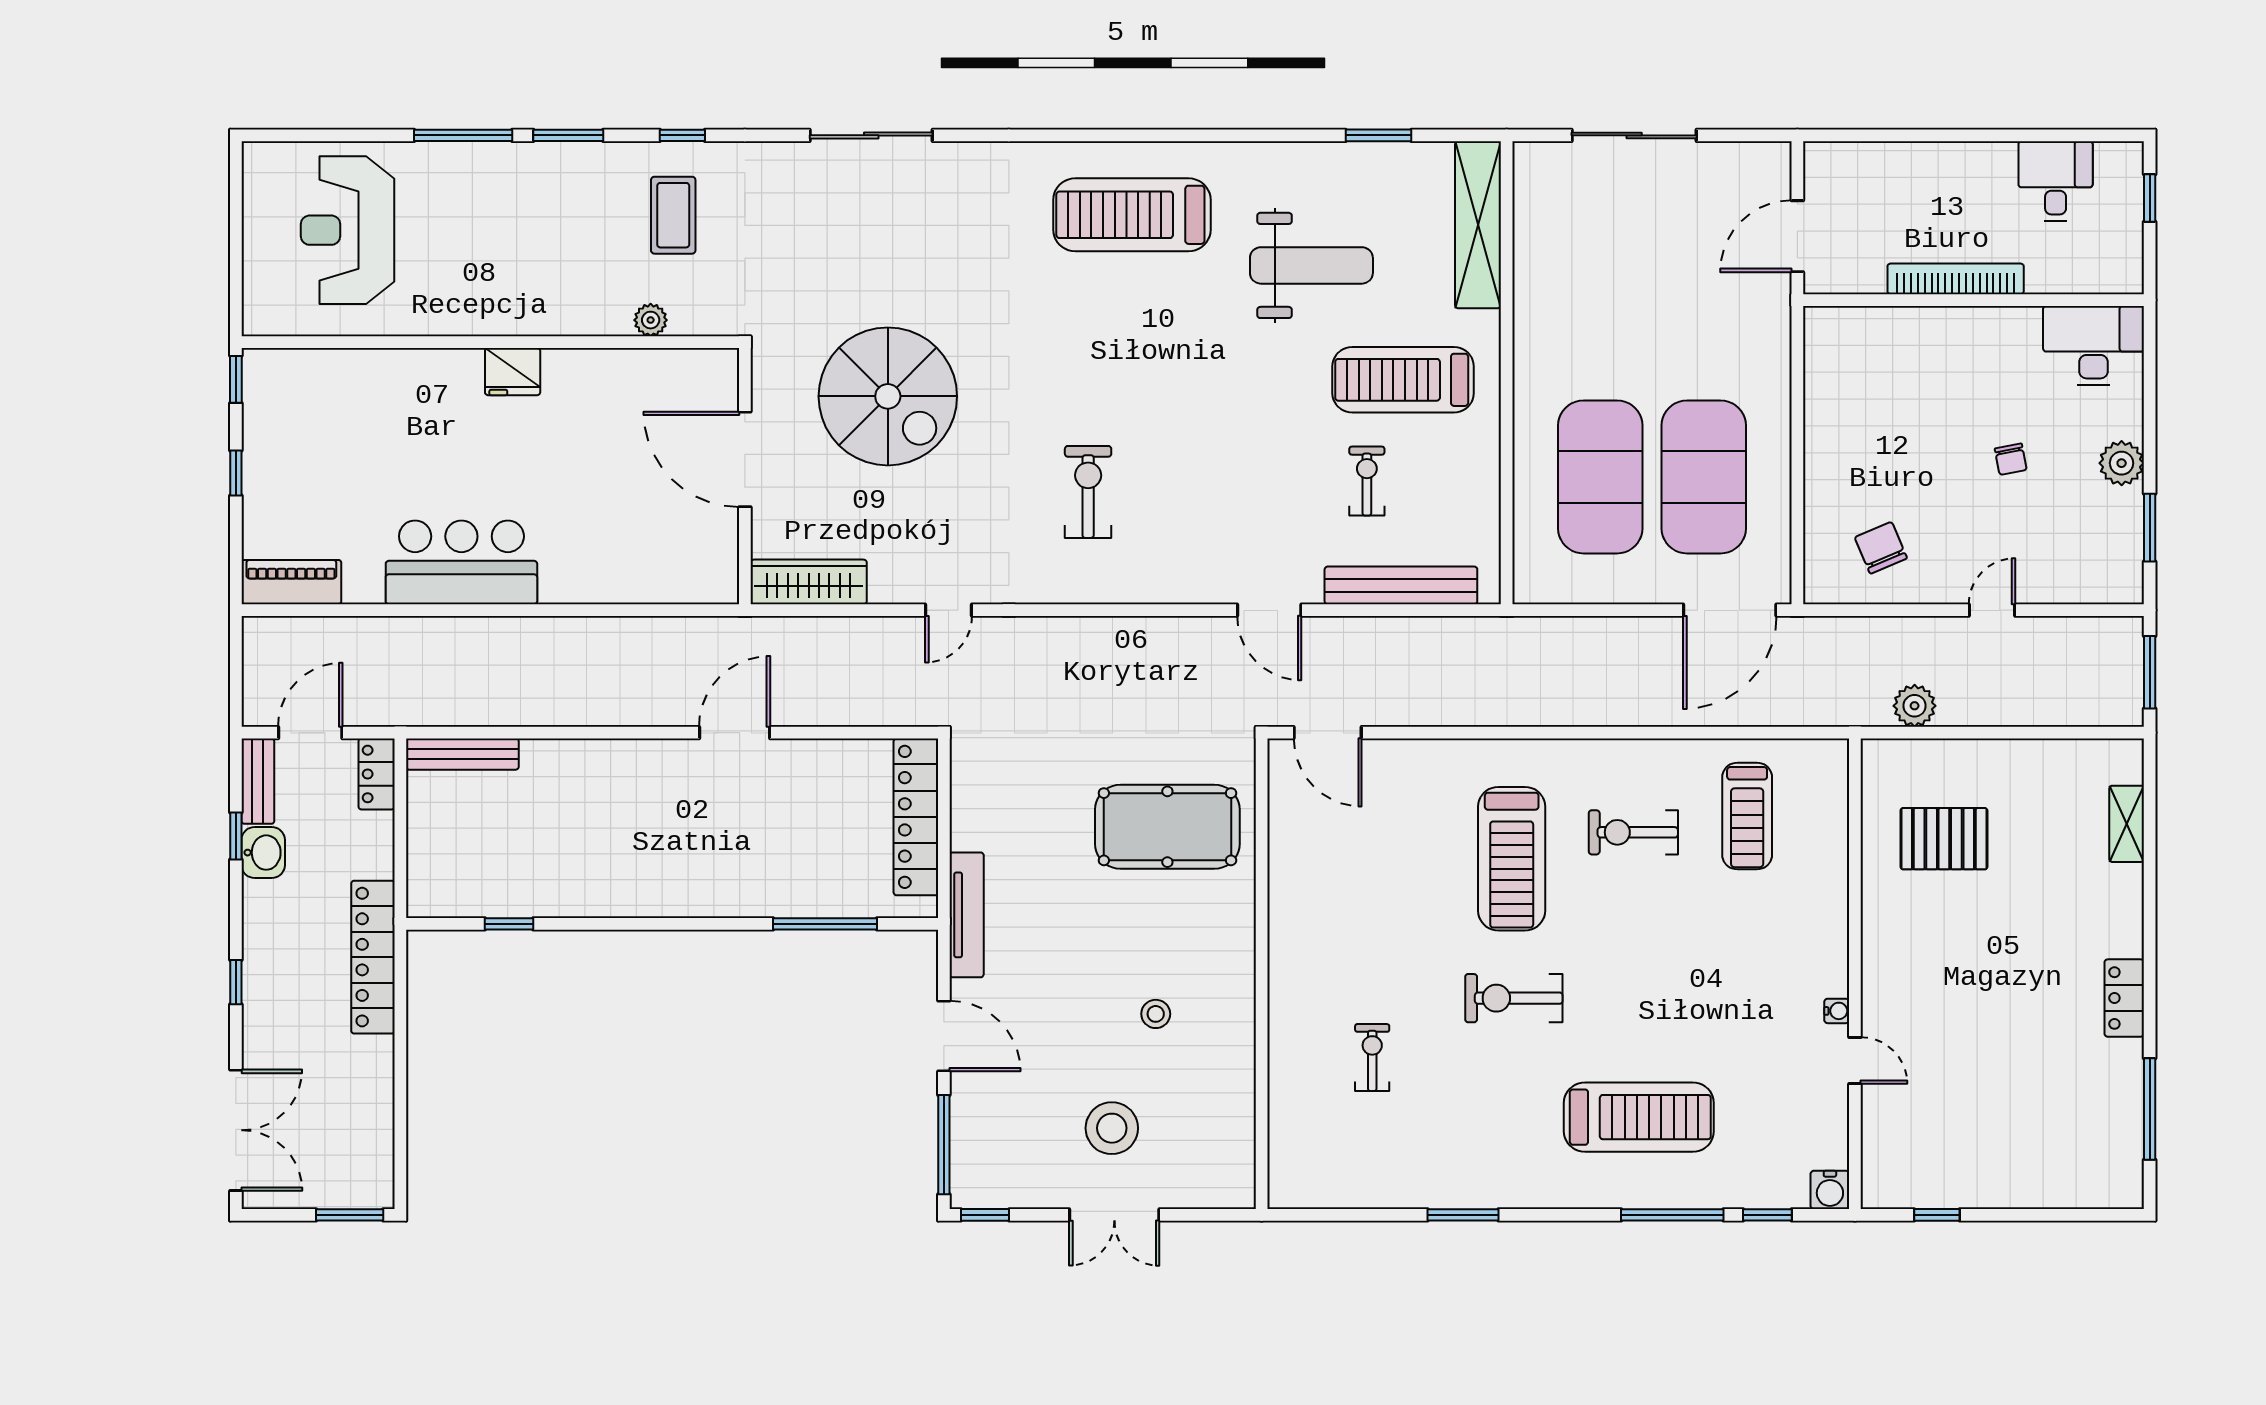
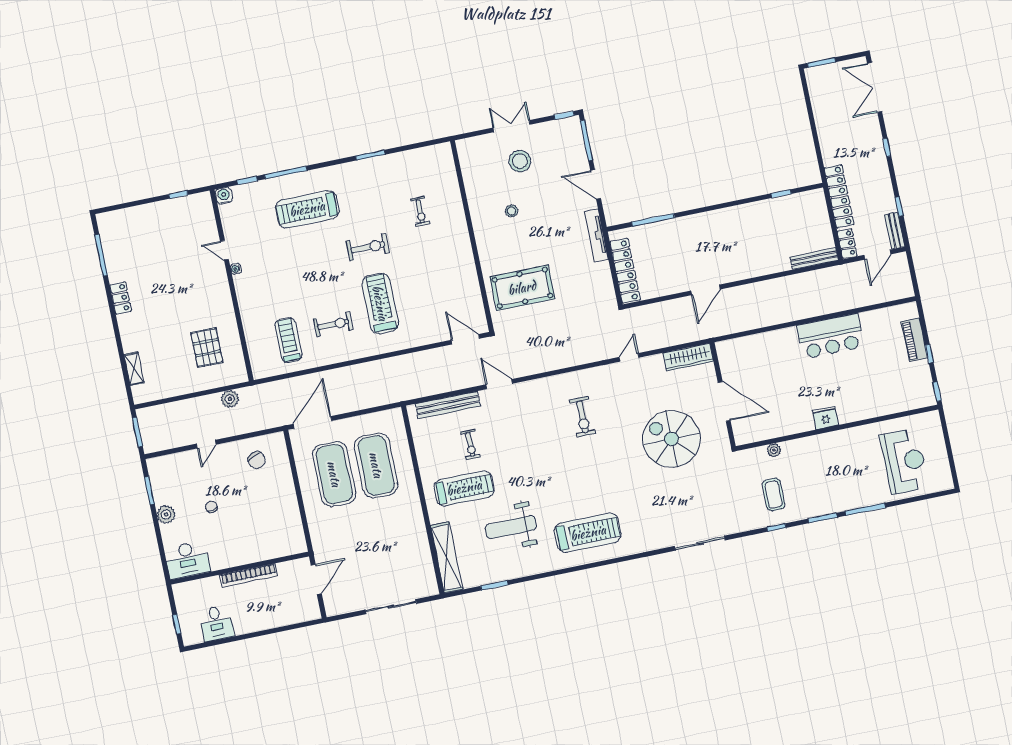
piano: (291, 582) -> (915, 340), moved, turned 90
pallet: (1944, 839) -> (207, 348), turned 90
washbasin: (263, 853) -> (887, 202), removed
locker: (373, 957) -> (839, 196), moved

